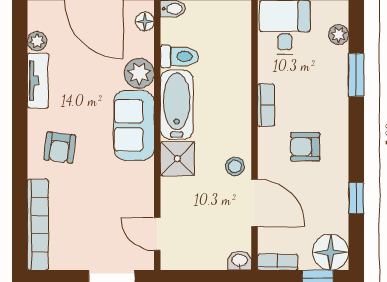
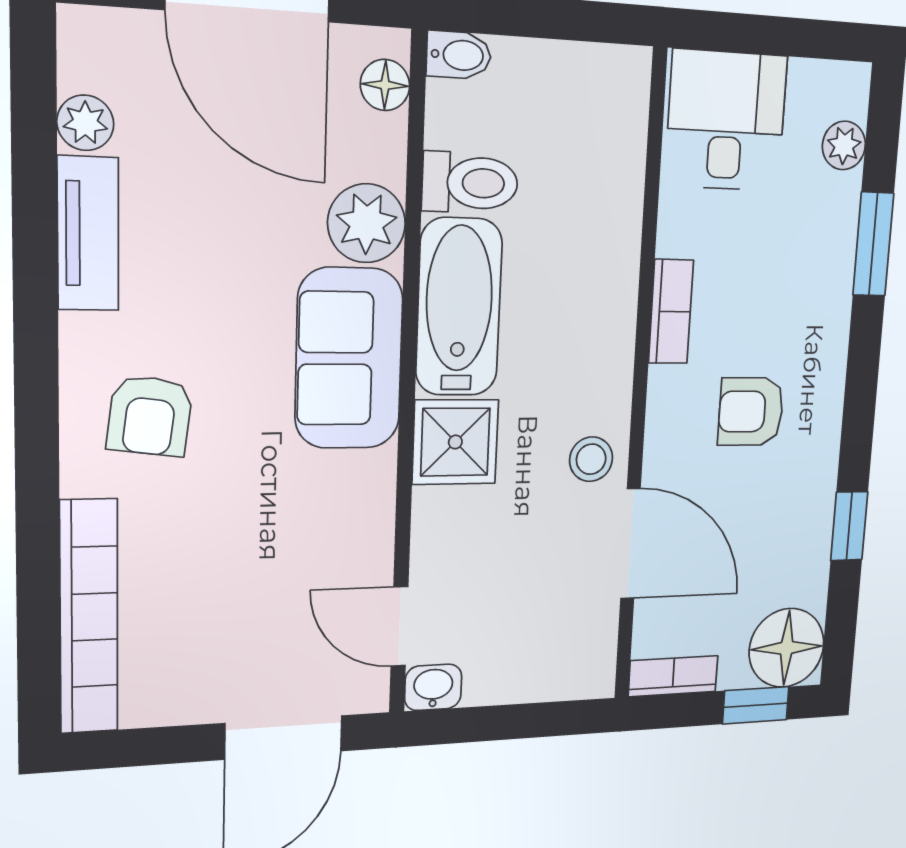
washbasin: (240, 261) -> (433, 687), moved

